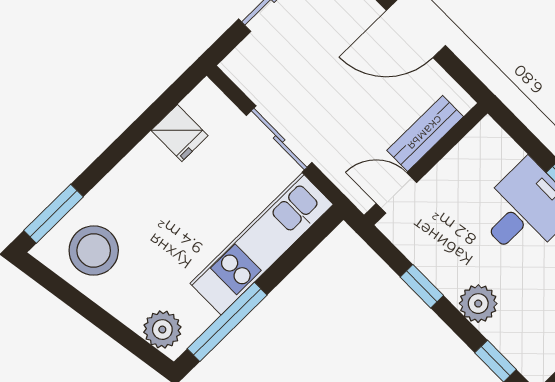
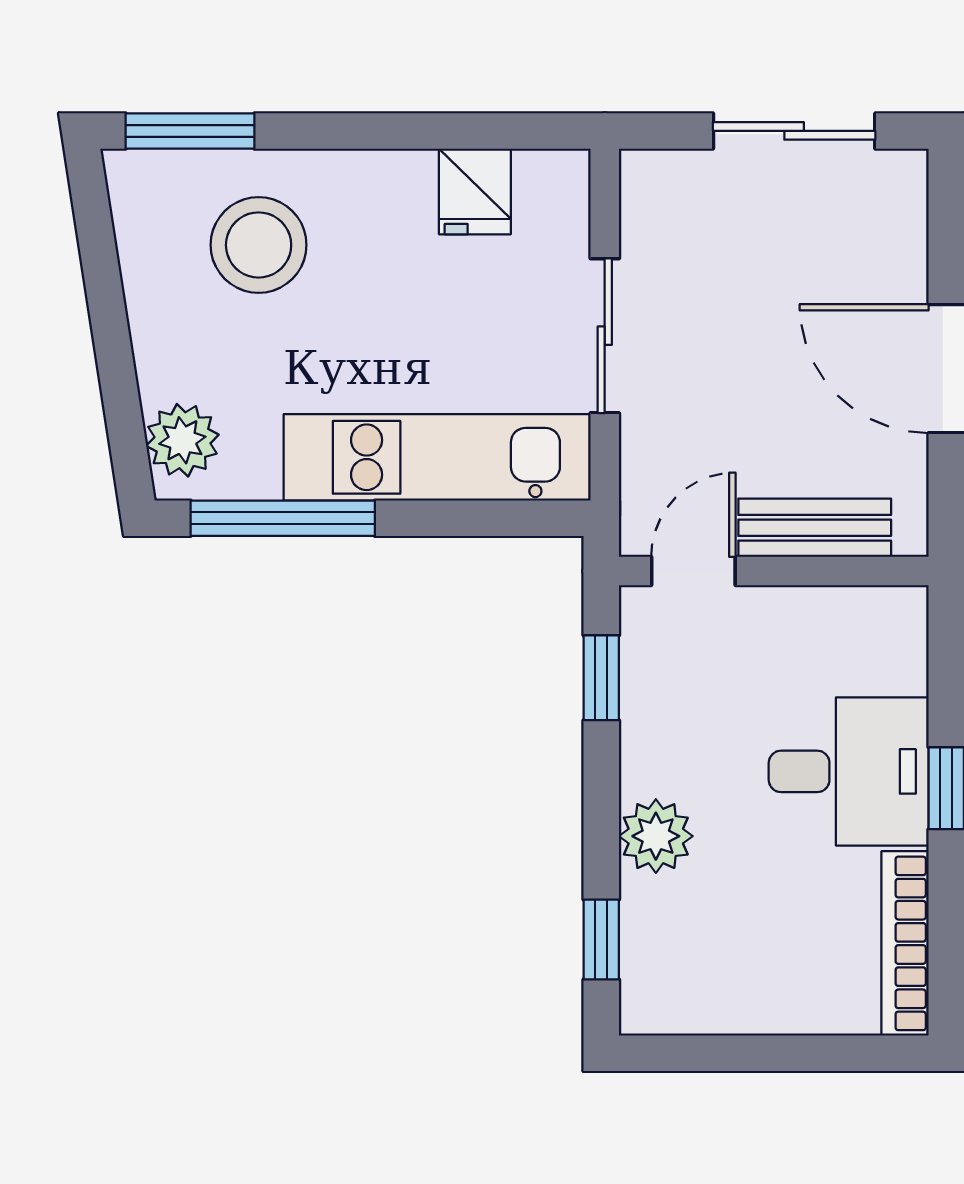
door: (396, 193) -> (693, 571), hinge flipped
stool: (94, 250) -> (259, 245), moved
window: (422, 286) -> (601, 678), moved

